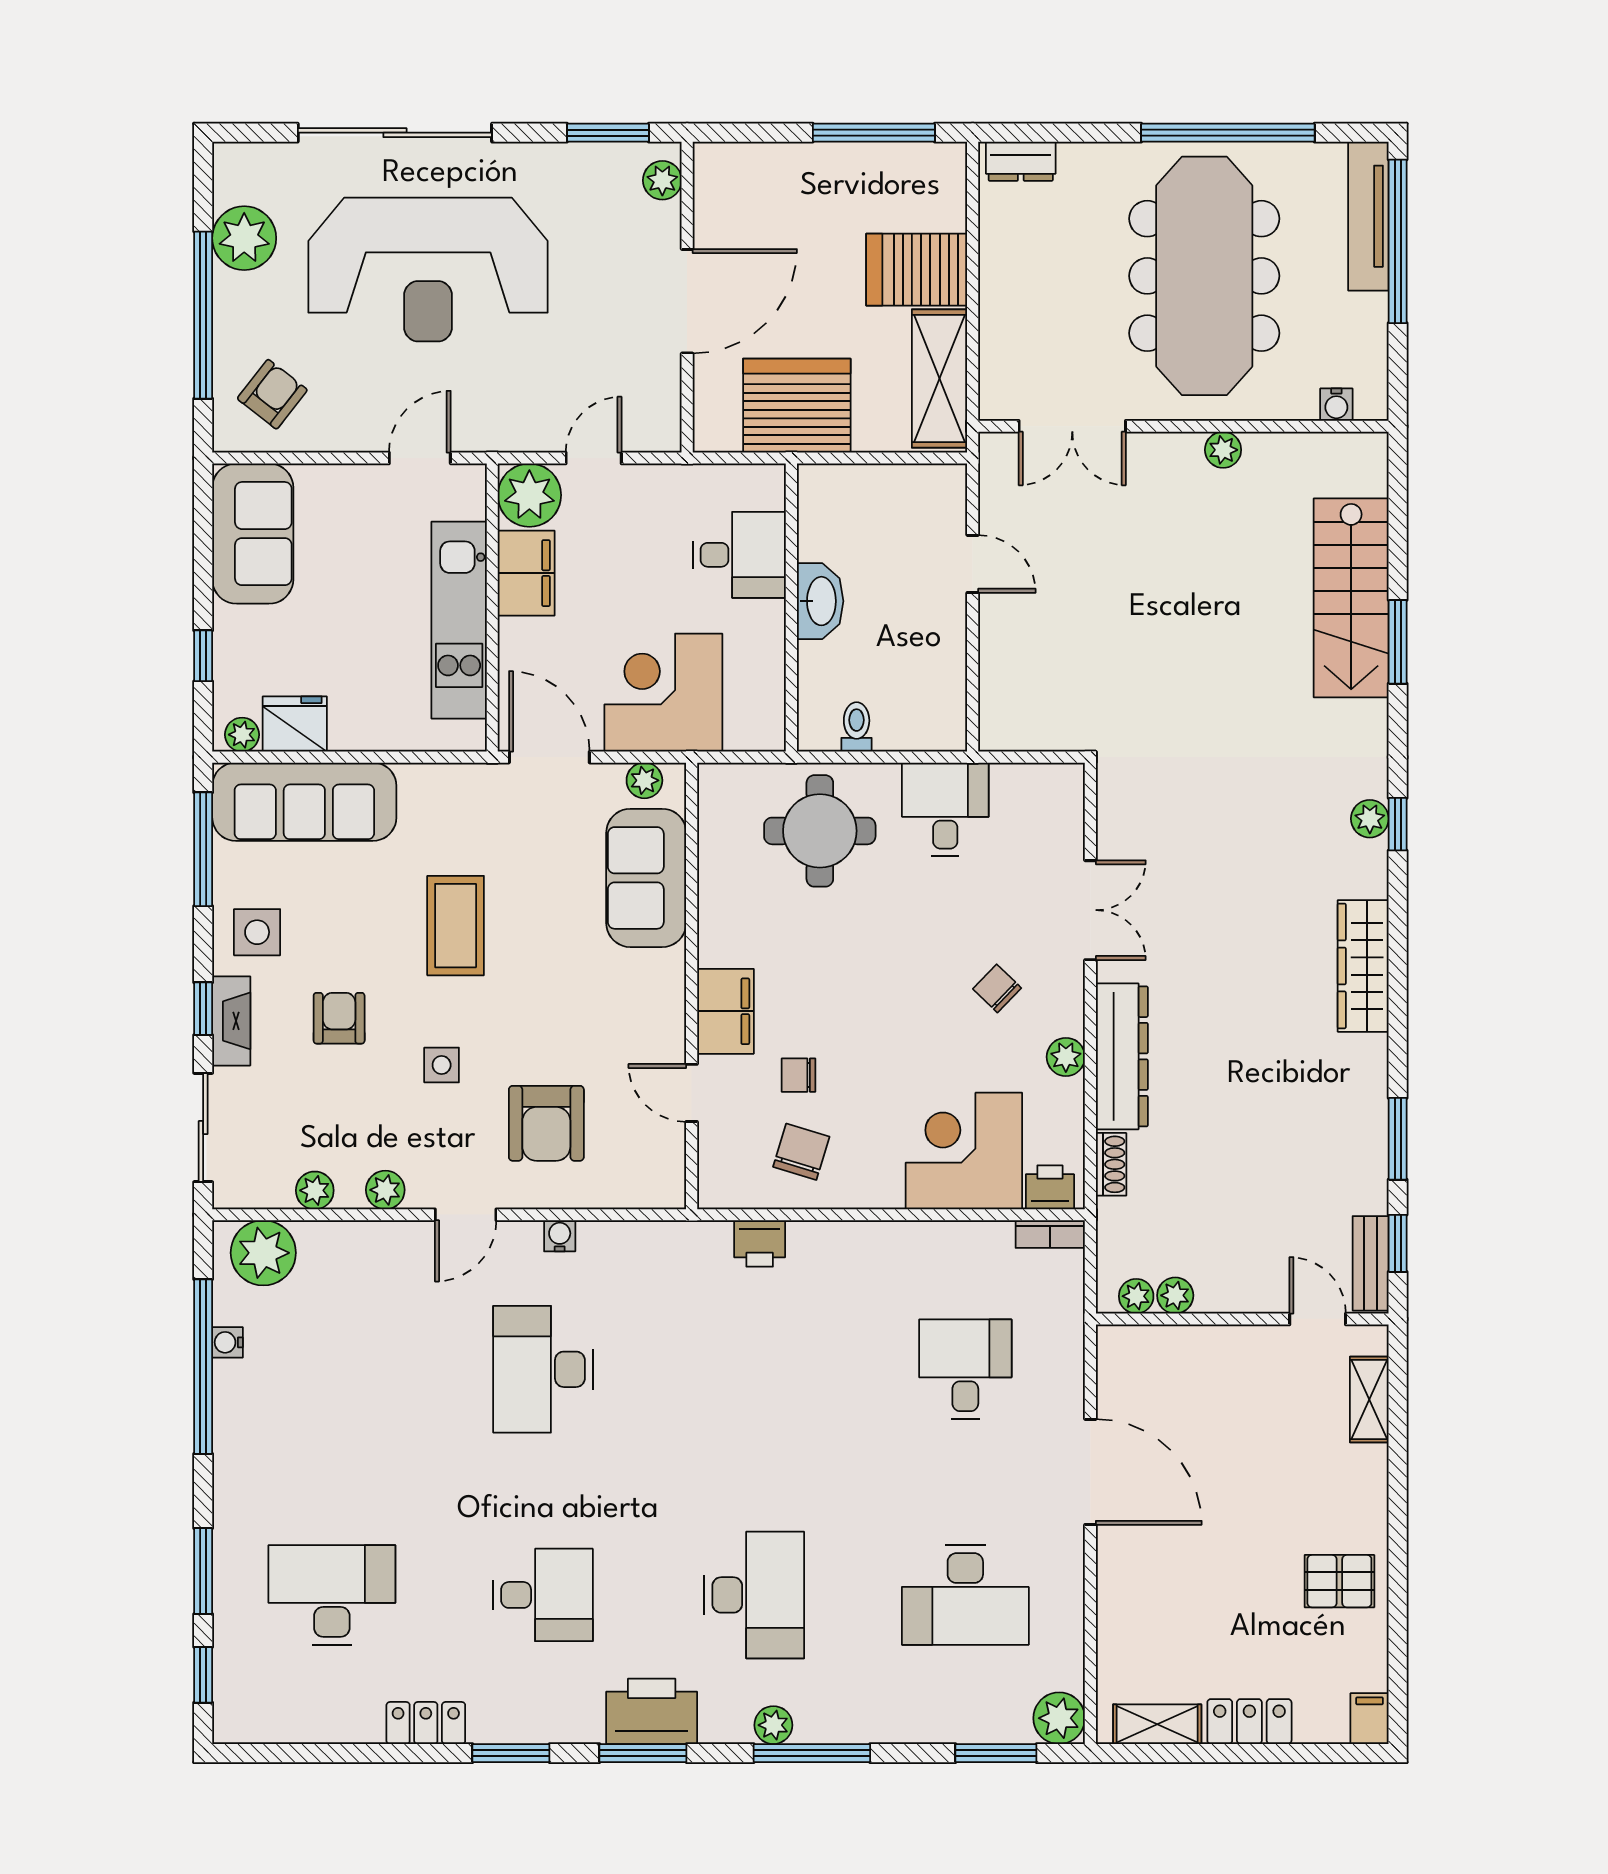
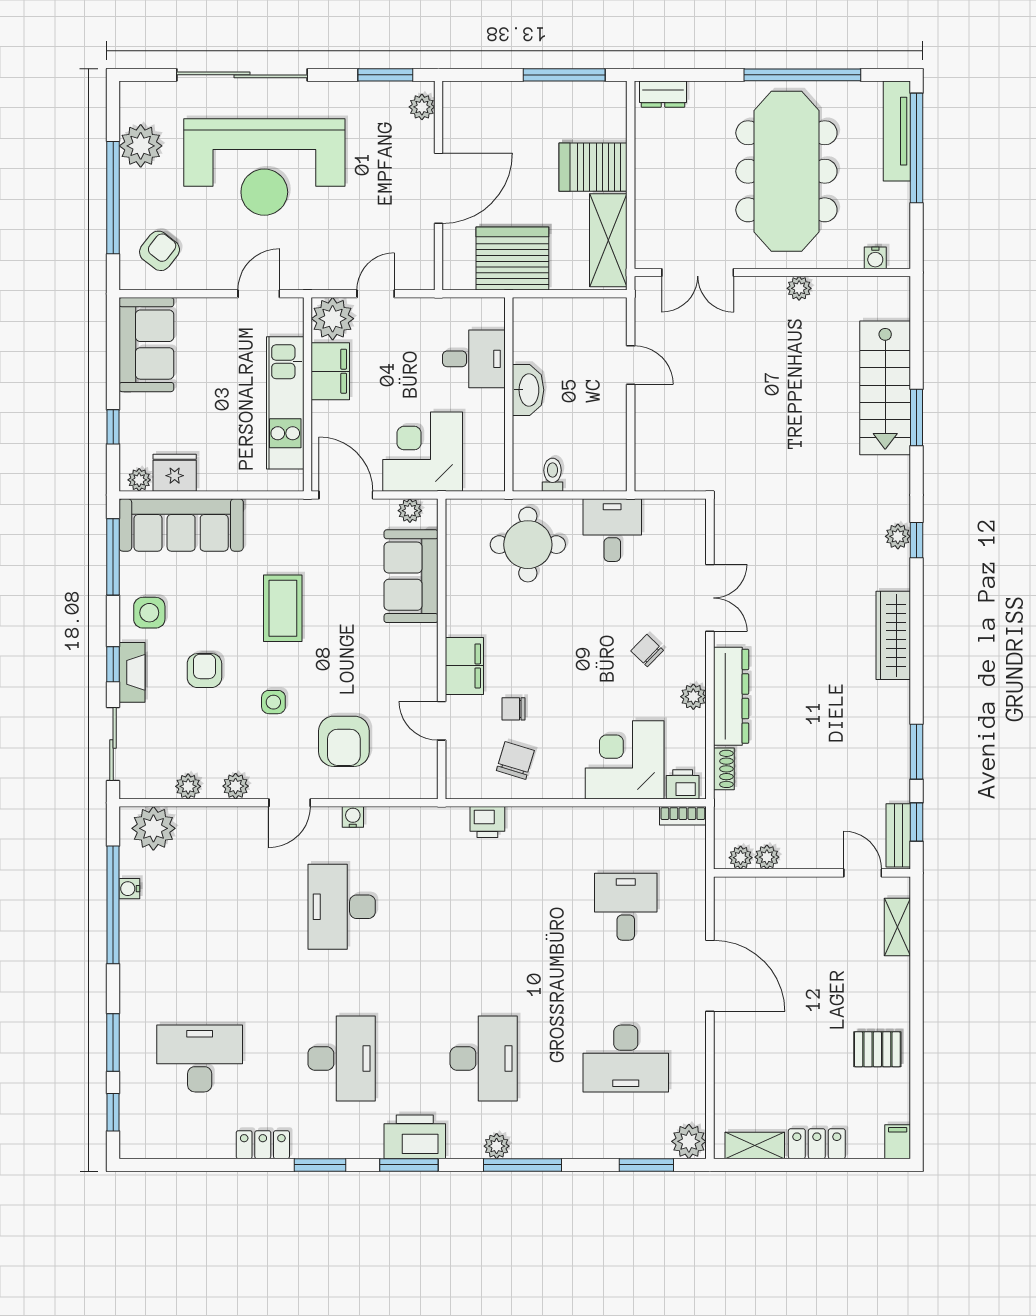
desk: (543, 1595) -> (342, 1059), width x1.37

